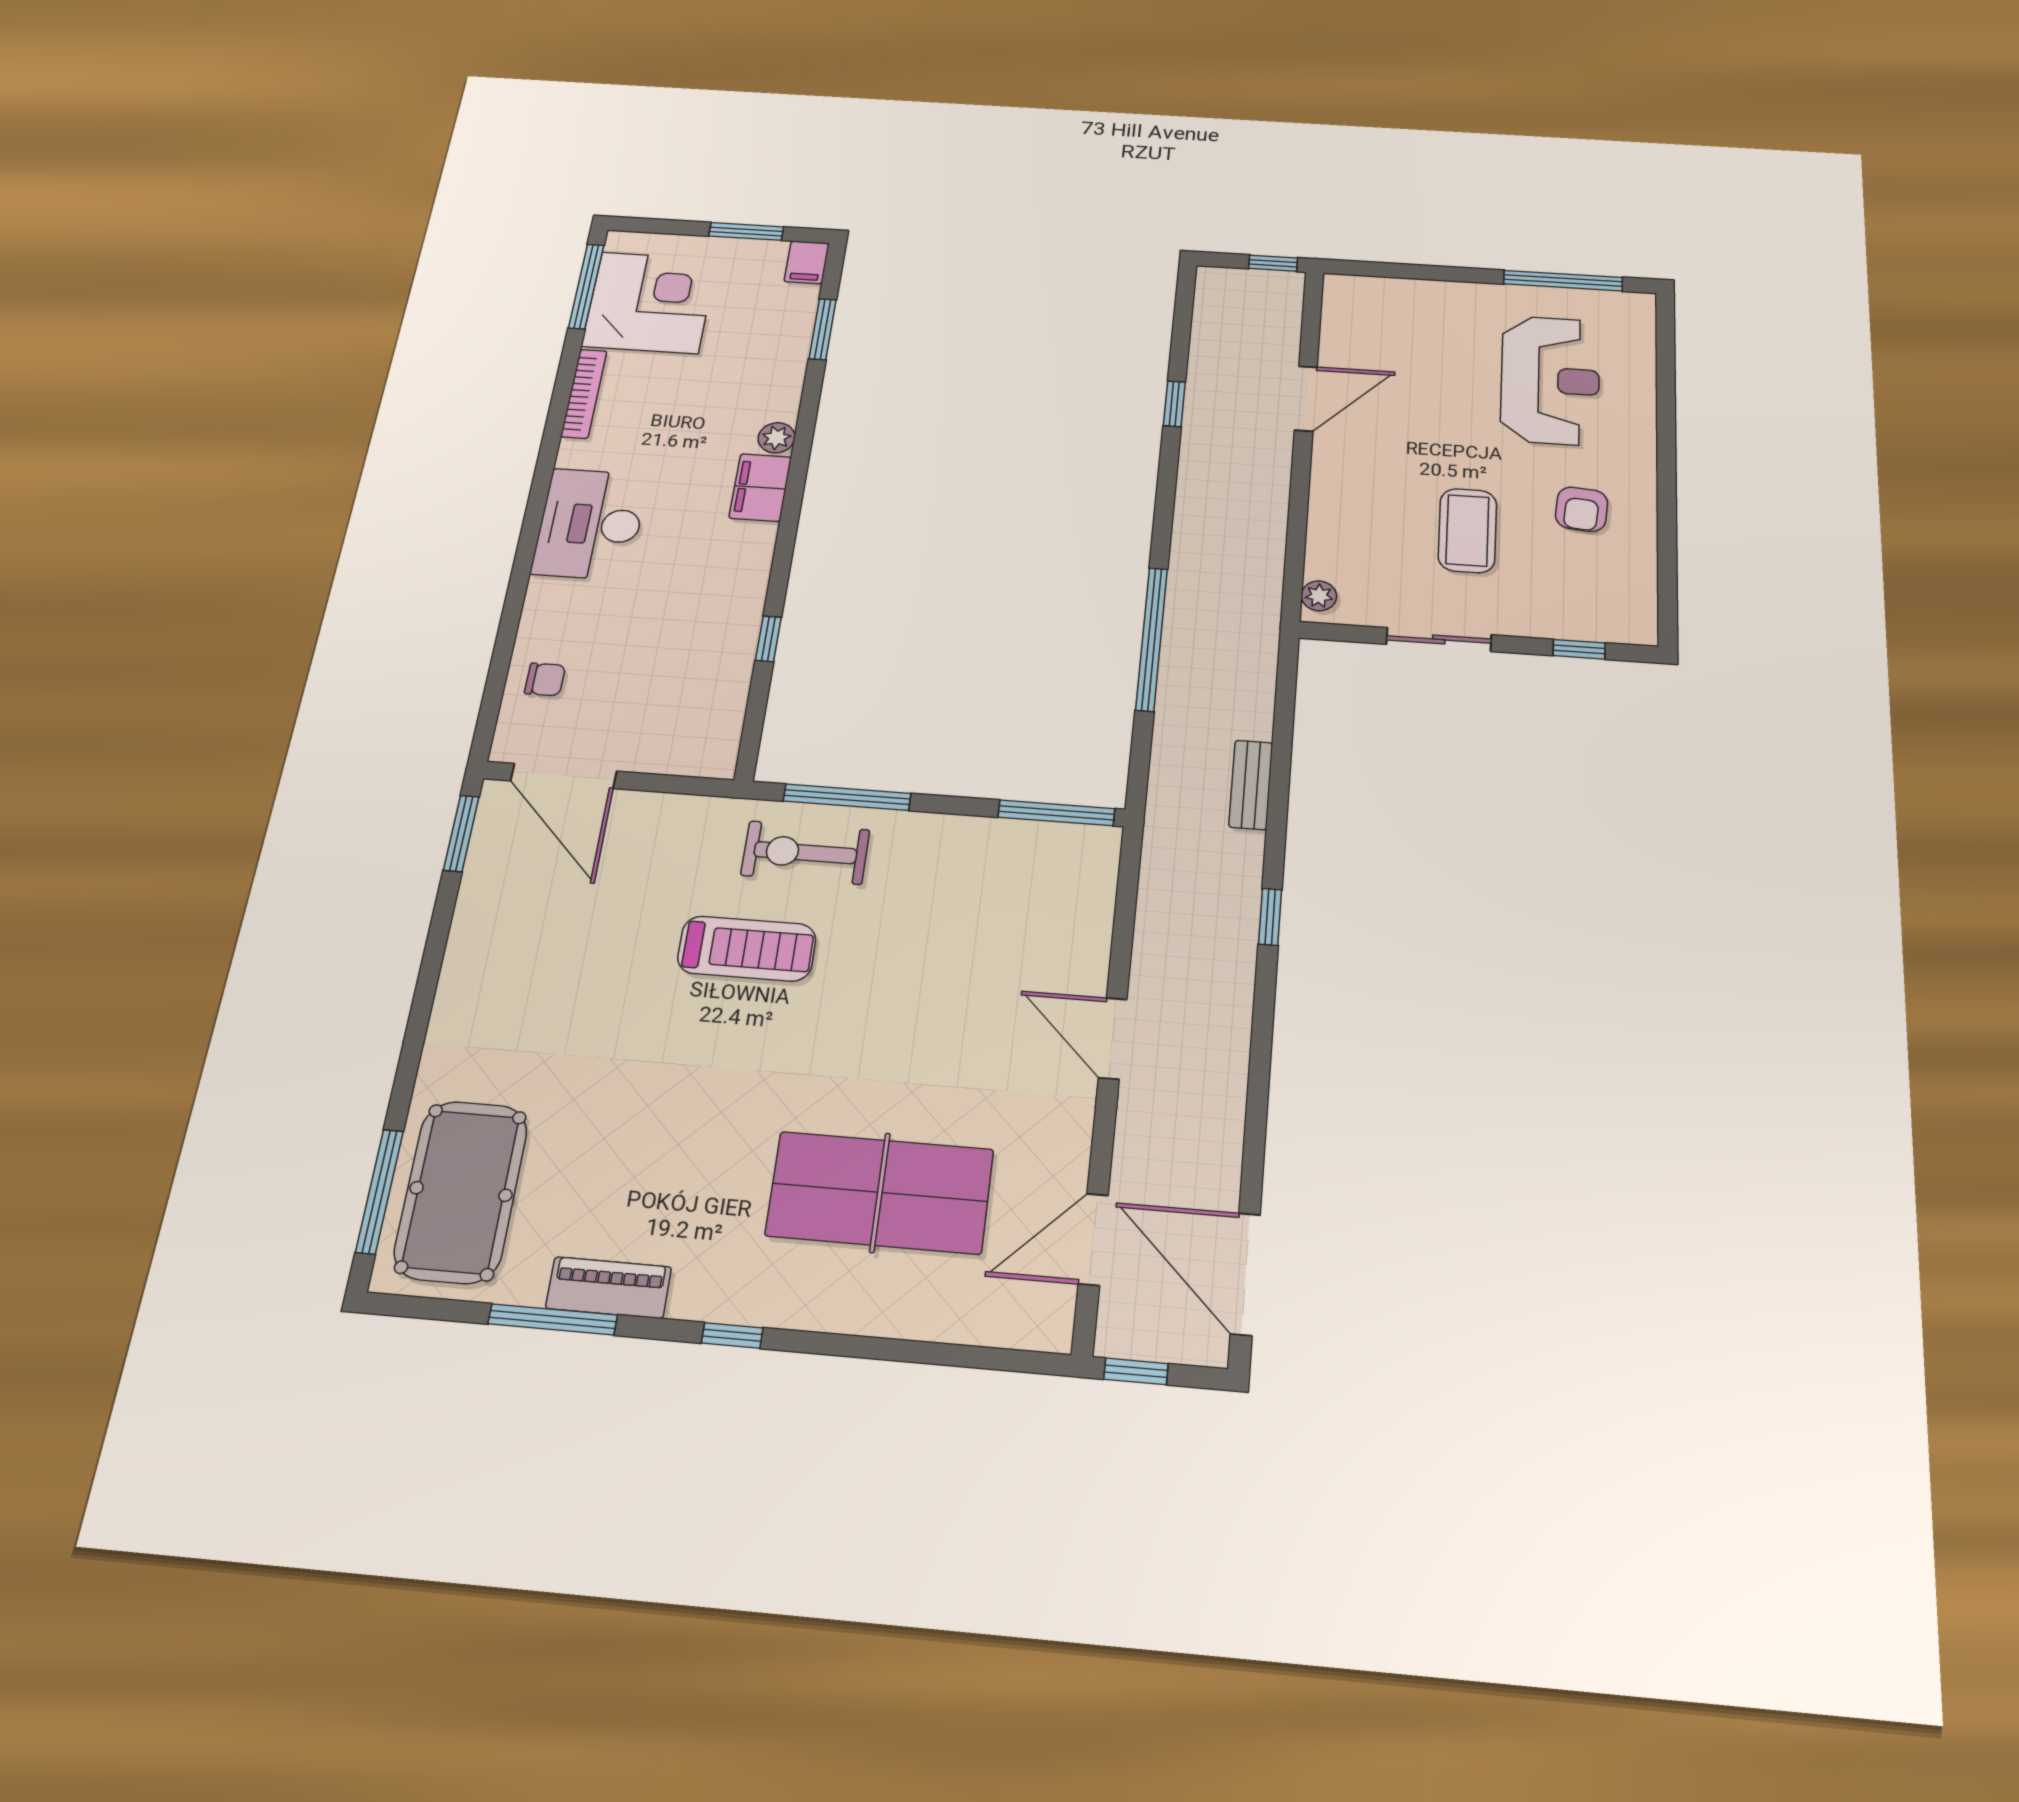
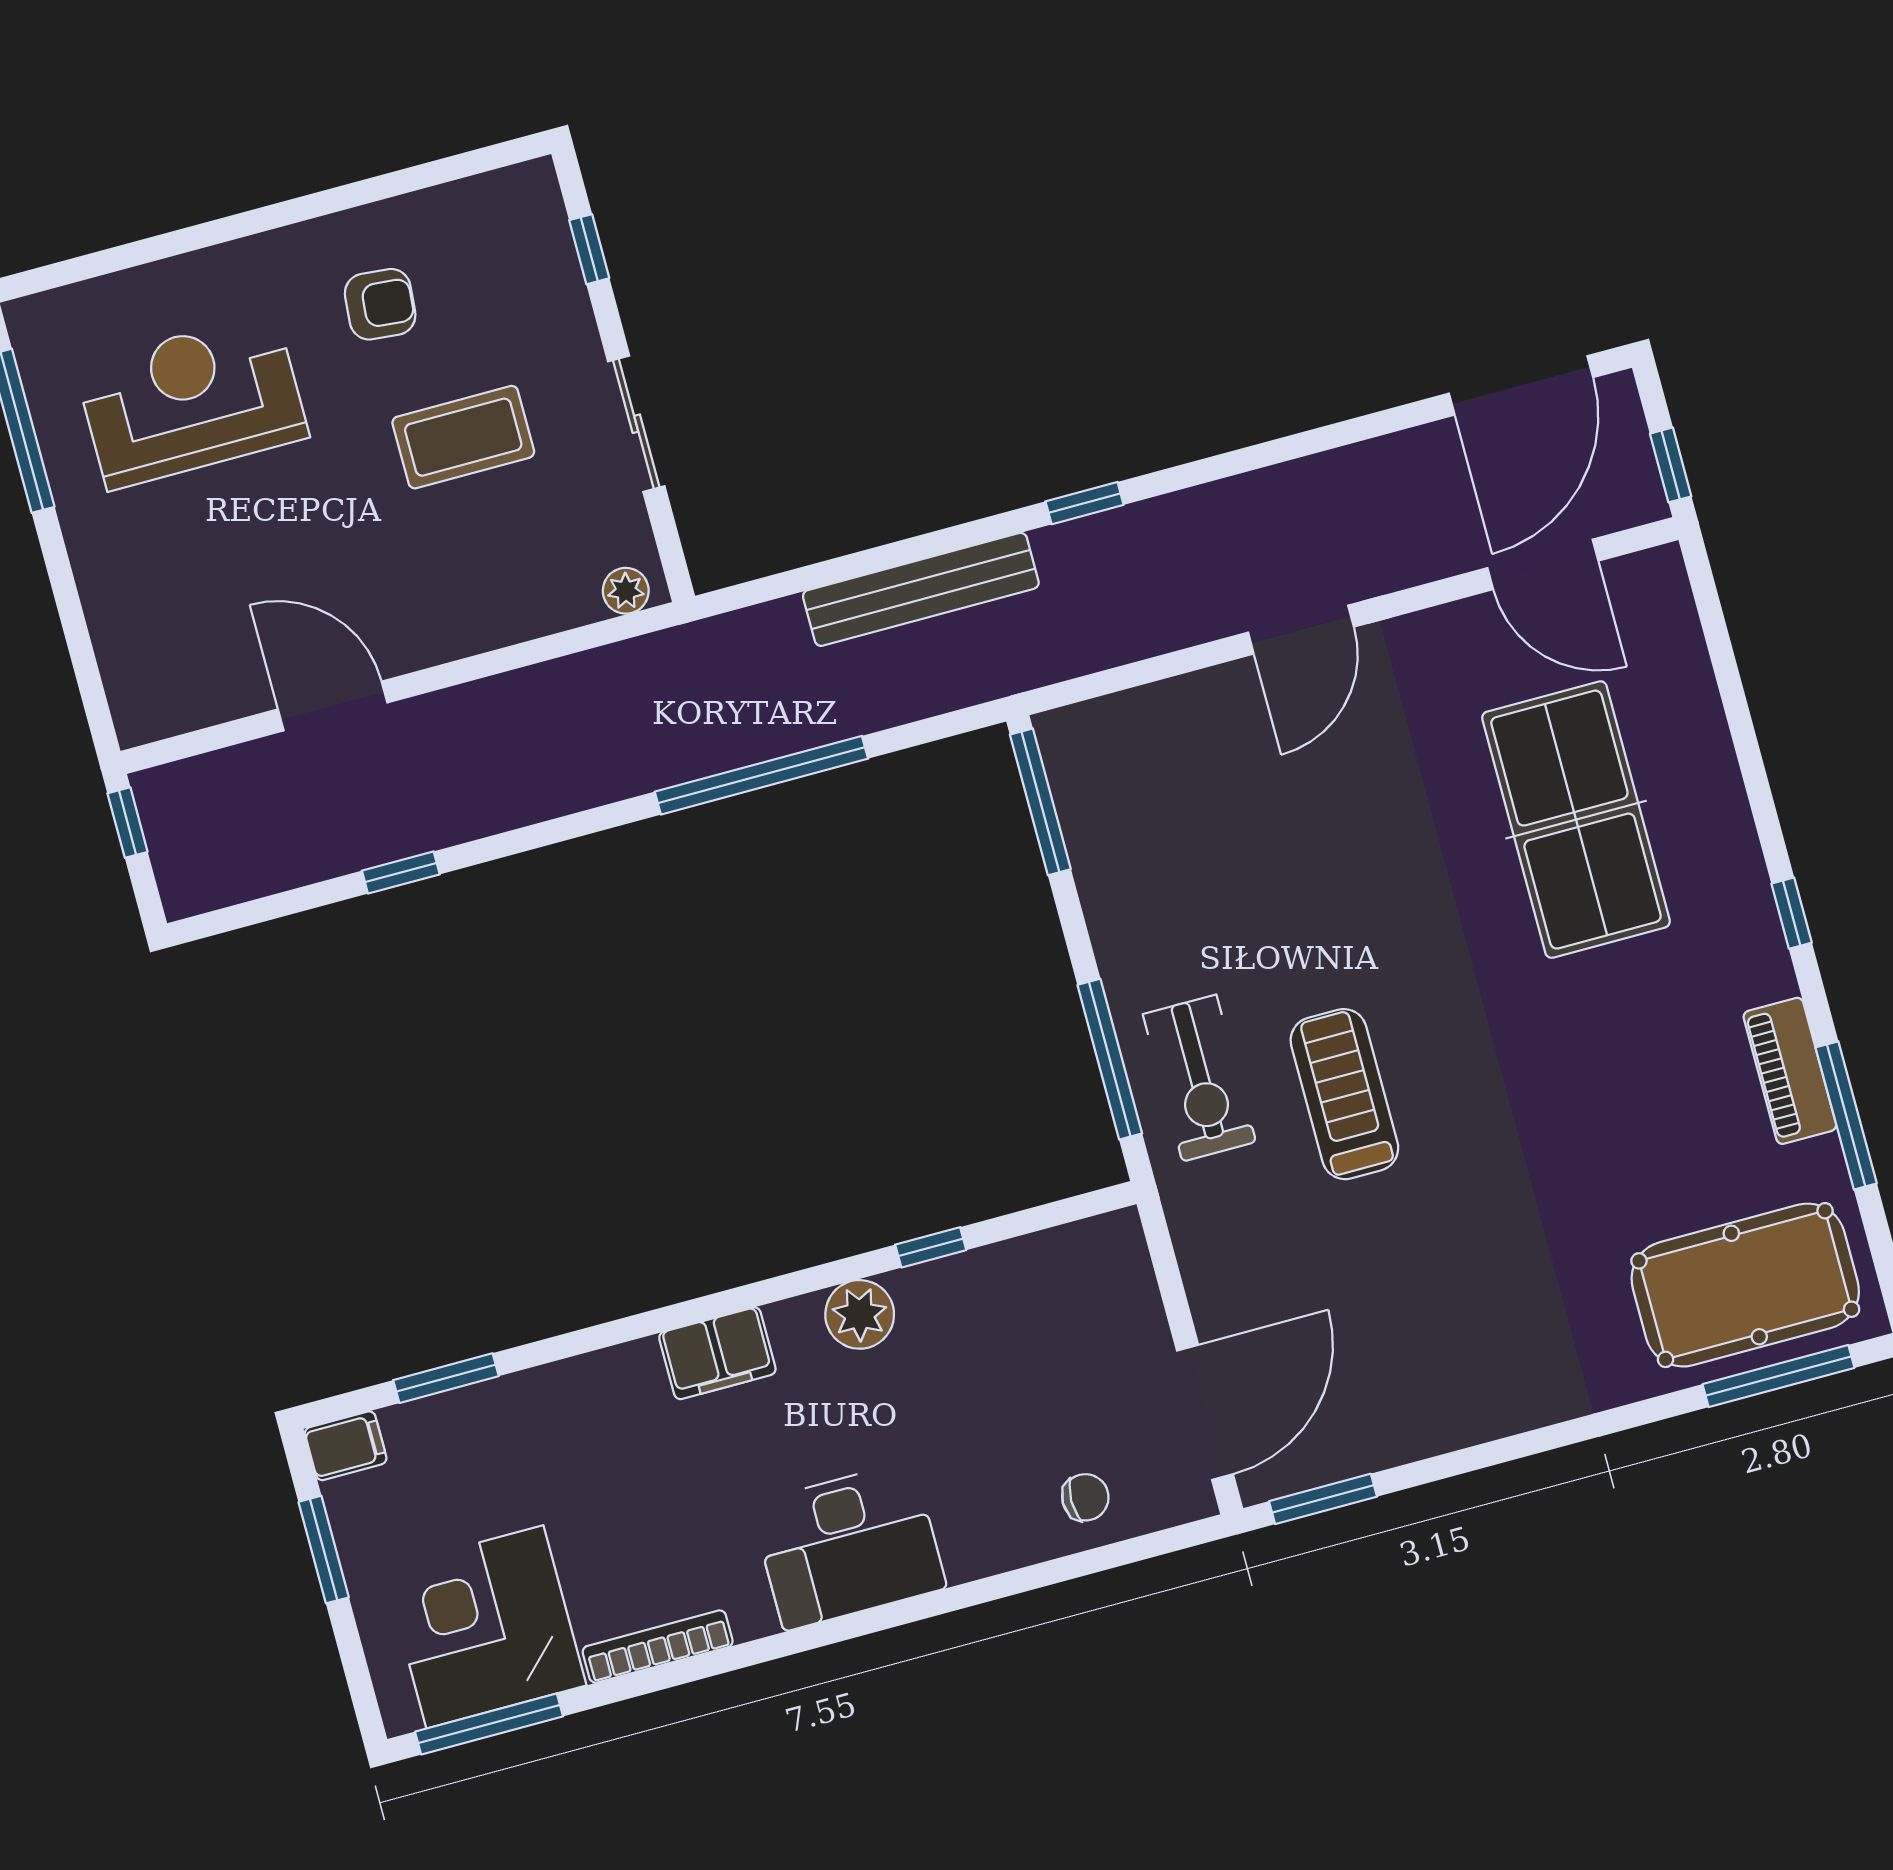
plant: (777, 438) -> (860, 1314), moved, width x1.38, depth x1.38
chair: (545, 679) -> (1085, 1497), turned 90
bench: (1251, 785) -> (921, 589), width x1.86, depth x1.21

